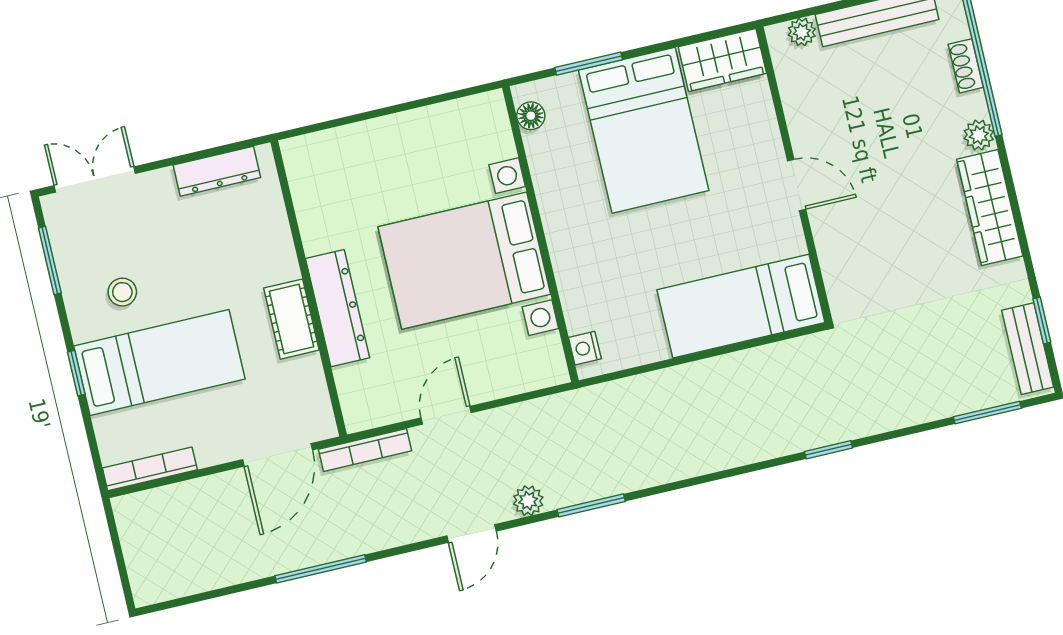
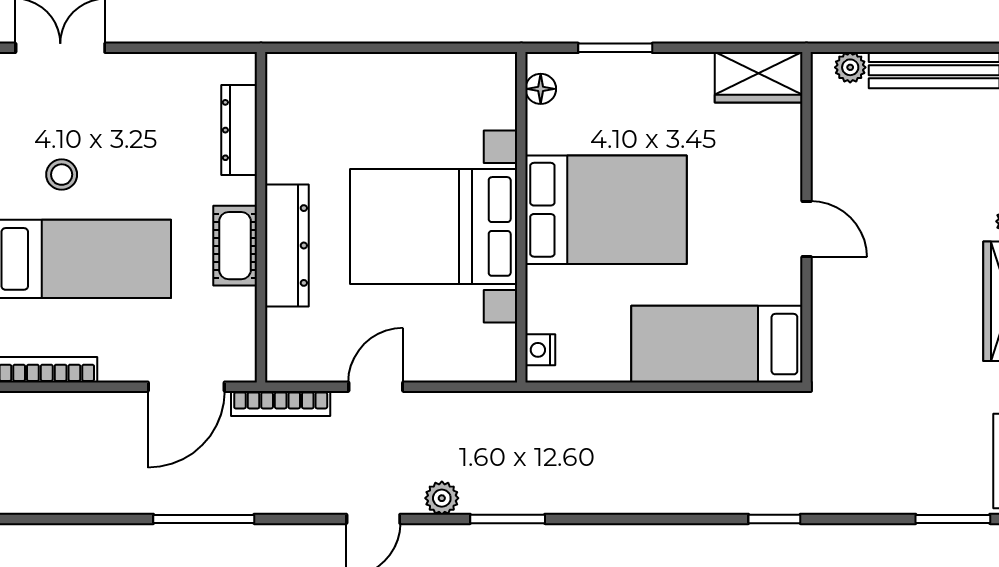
bed: (644, 130) -> (606, 210), moved, turned -90
dresser: (217, 171) -> (239, 130), moved, turned 90

